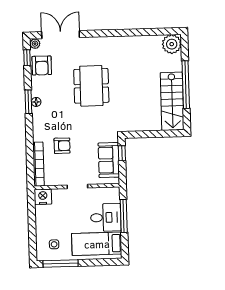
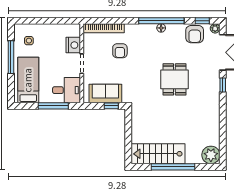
window: (96, 34) -> (223, 85), added
armchair: (42, 65) -> (195, 34), turned -90
dining table: (91, 86) -> (174, 79), width x0.73
window: (28, 102) -> (161, 21), width x2.11
nightstand: (43, 197) -> (73, 45), moved
desk: (106, 217) -> (66, 90), moved, turned -90
window: (61, 263) -> (11, 57), moved

